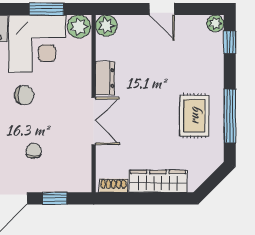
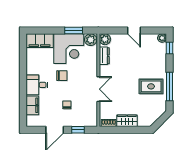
dresser: (105, 78) -> (104, 56), moved
rug: (194, 116) -> (151, 86), turned 90
wardrobe: (158, 181) -> (127, 121), width x0.67

